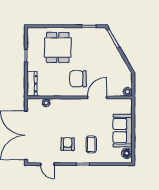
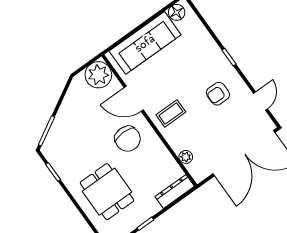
dining table: (58, 47) -> (107, 192), turned 90
plant: (127, 92) -> (98, 75), width x1.88, depth x1.88
sofa: (123, 131) -> (145, 43), width x1.36
coffee table: (91, 144) -> (171, 113), moved

